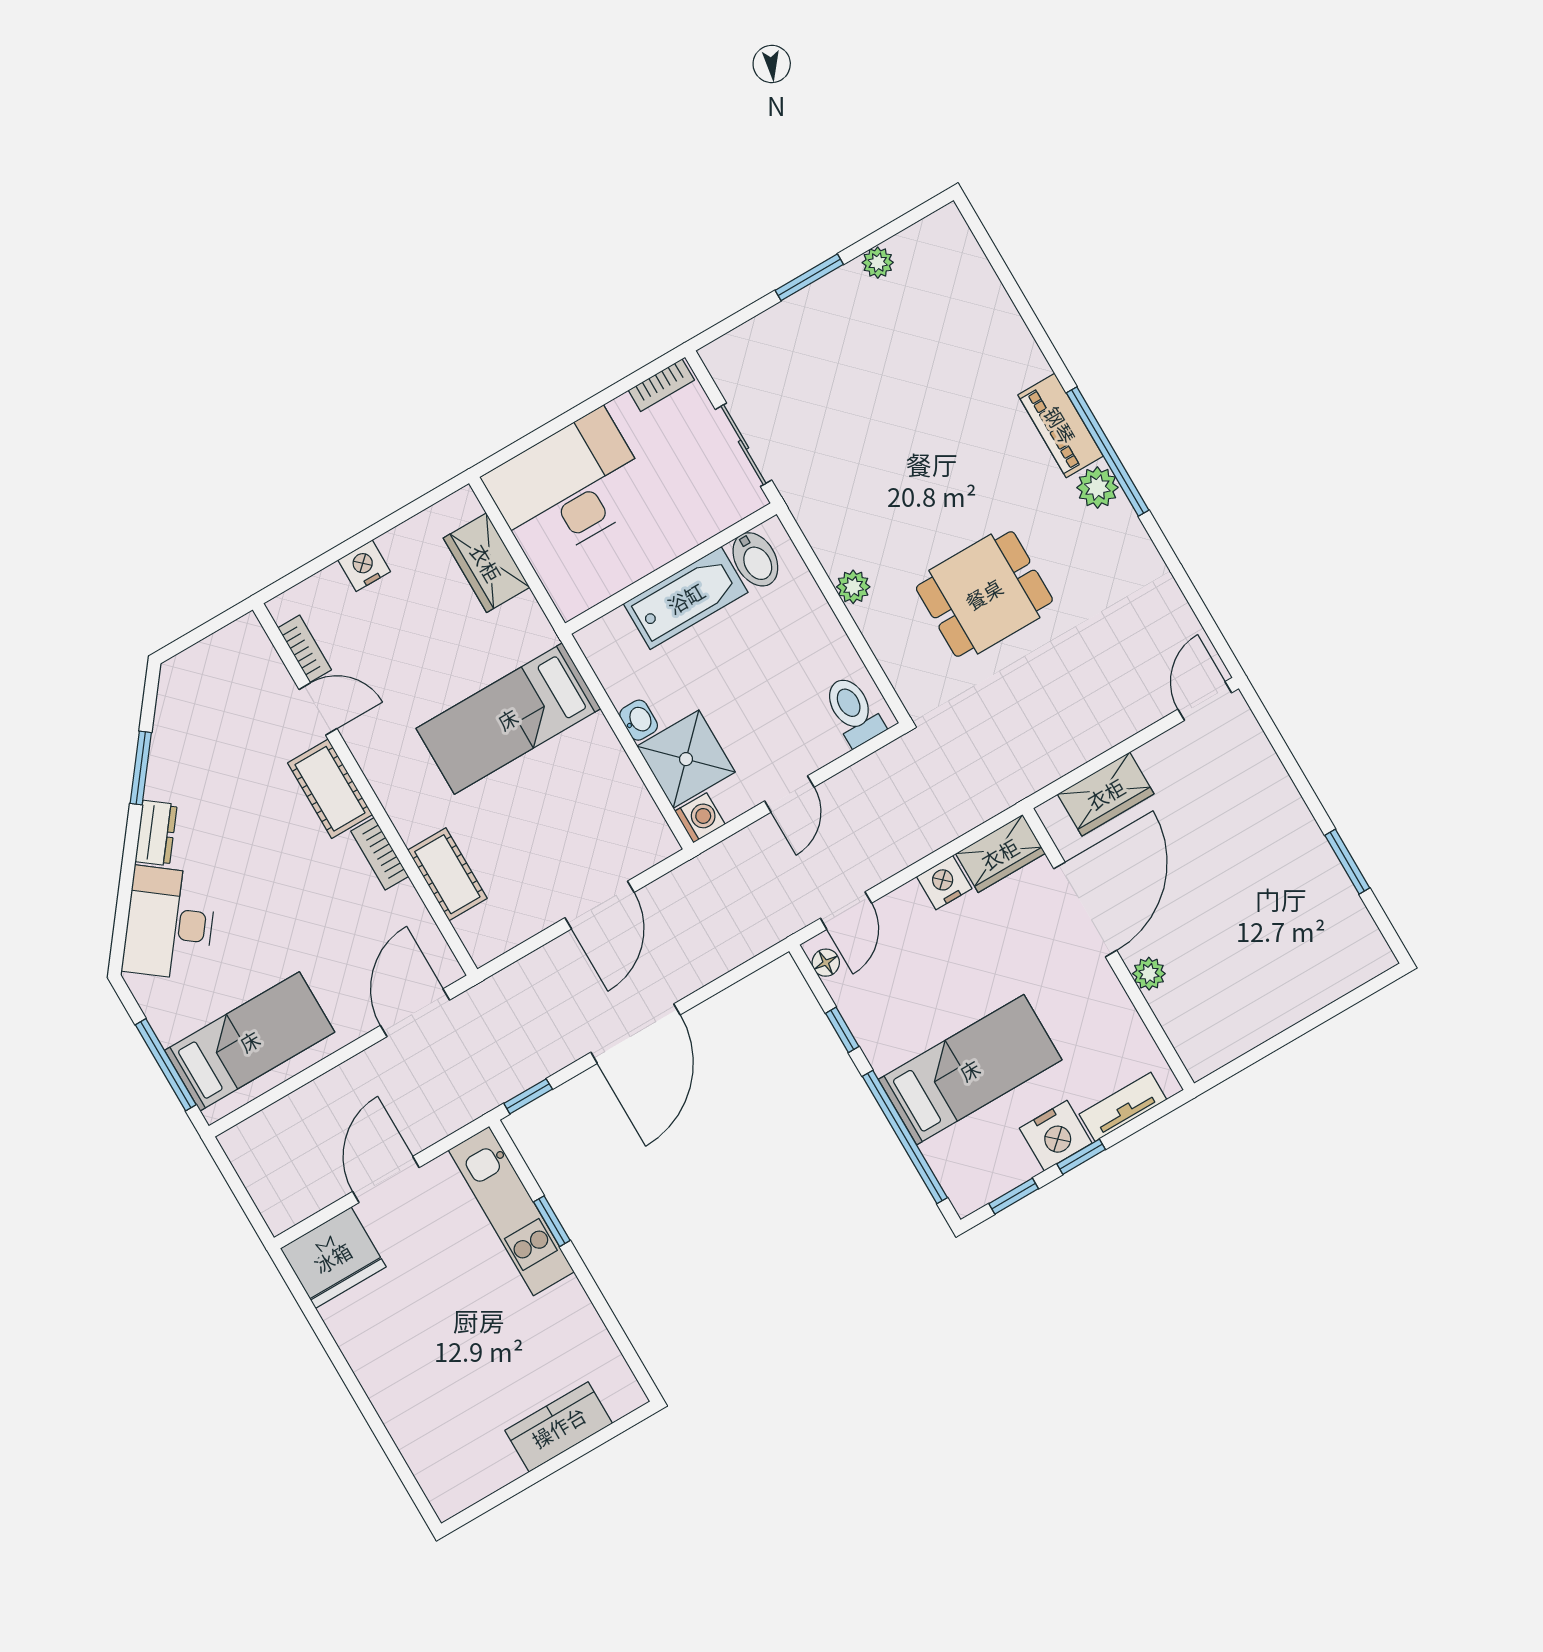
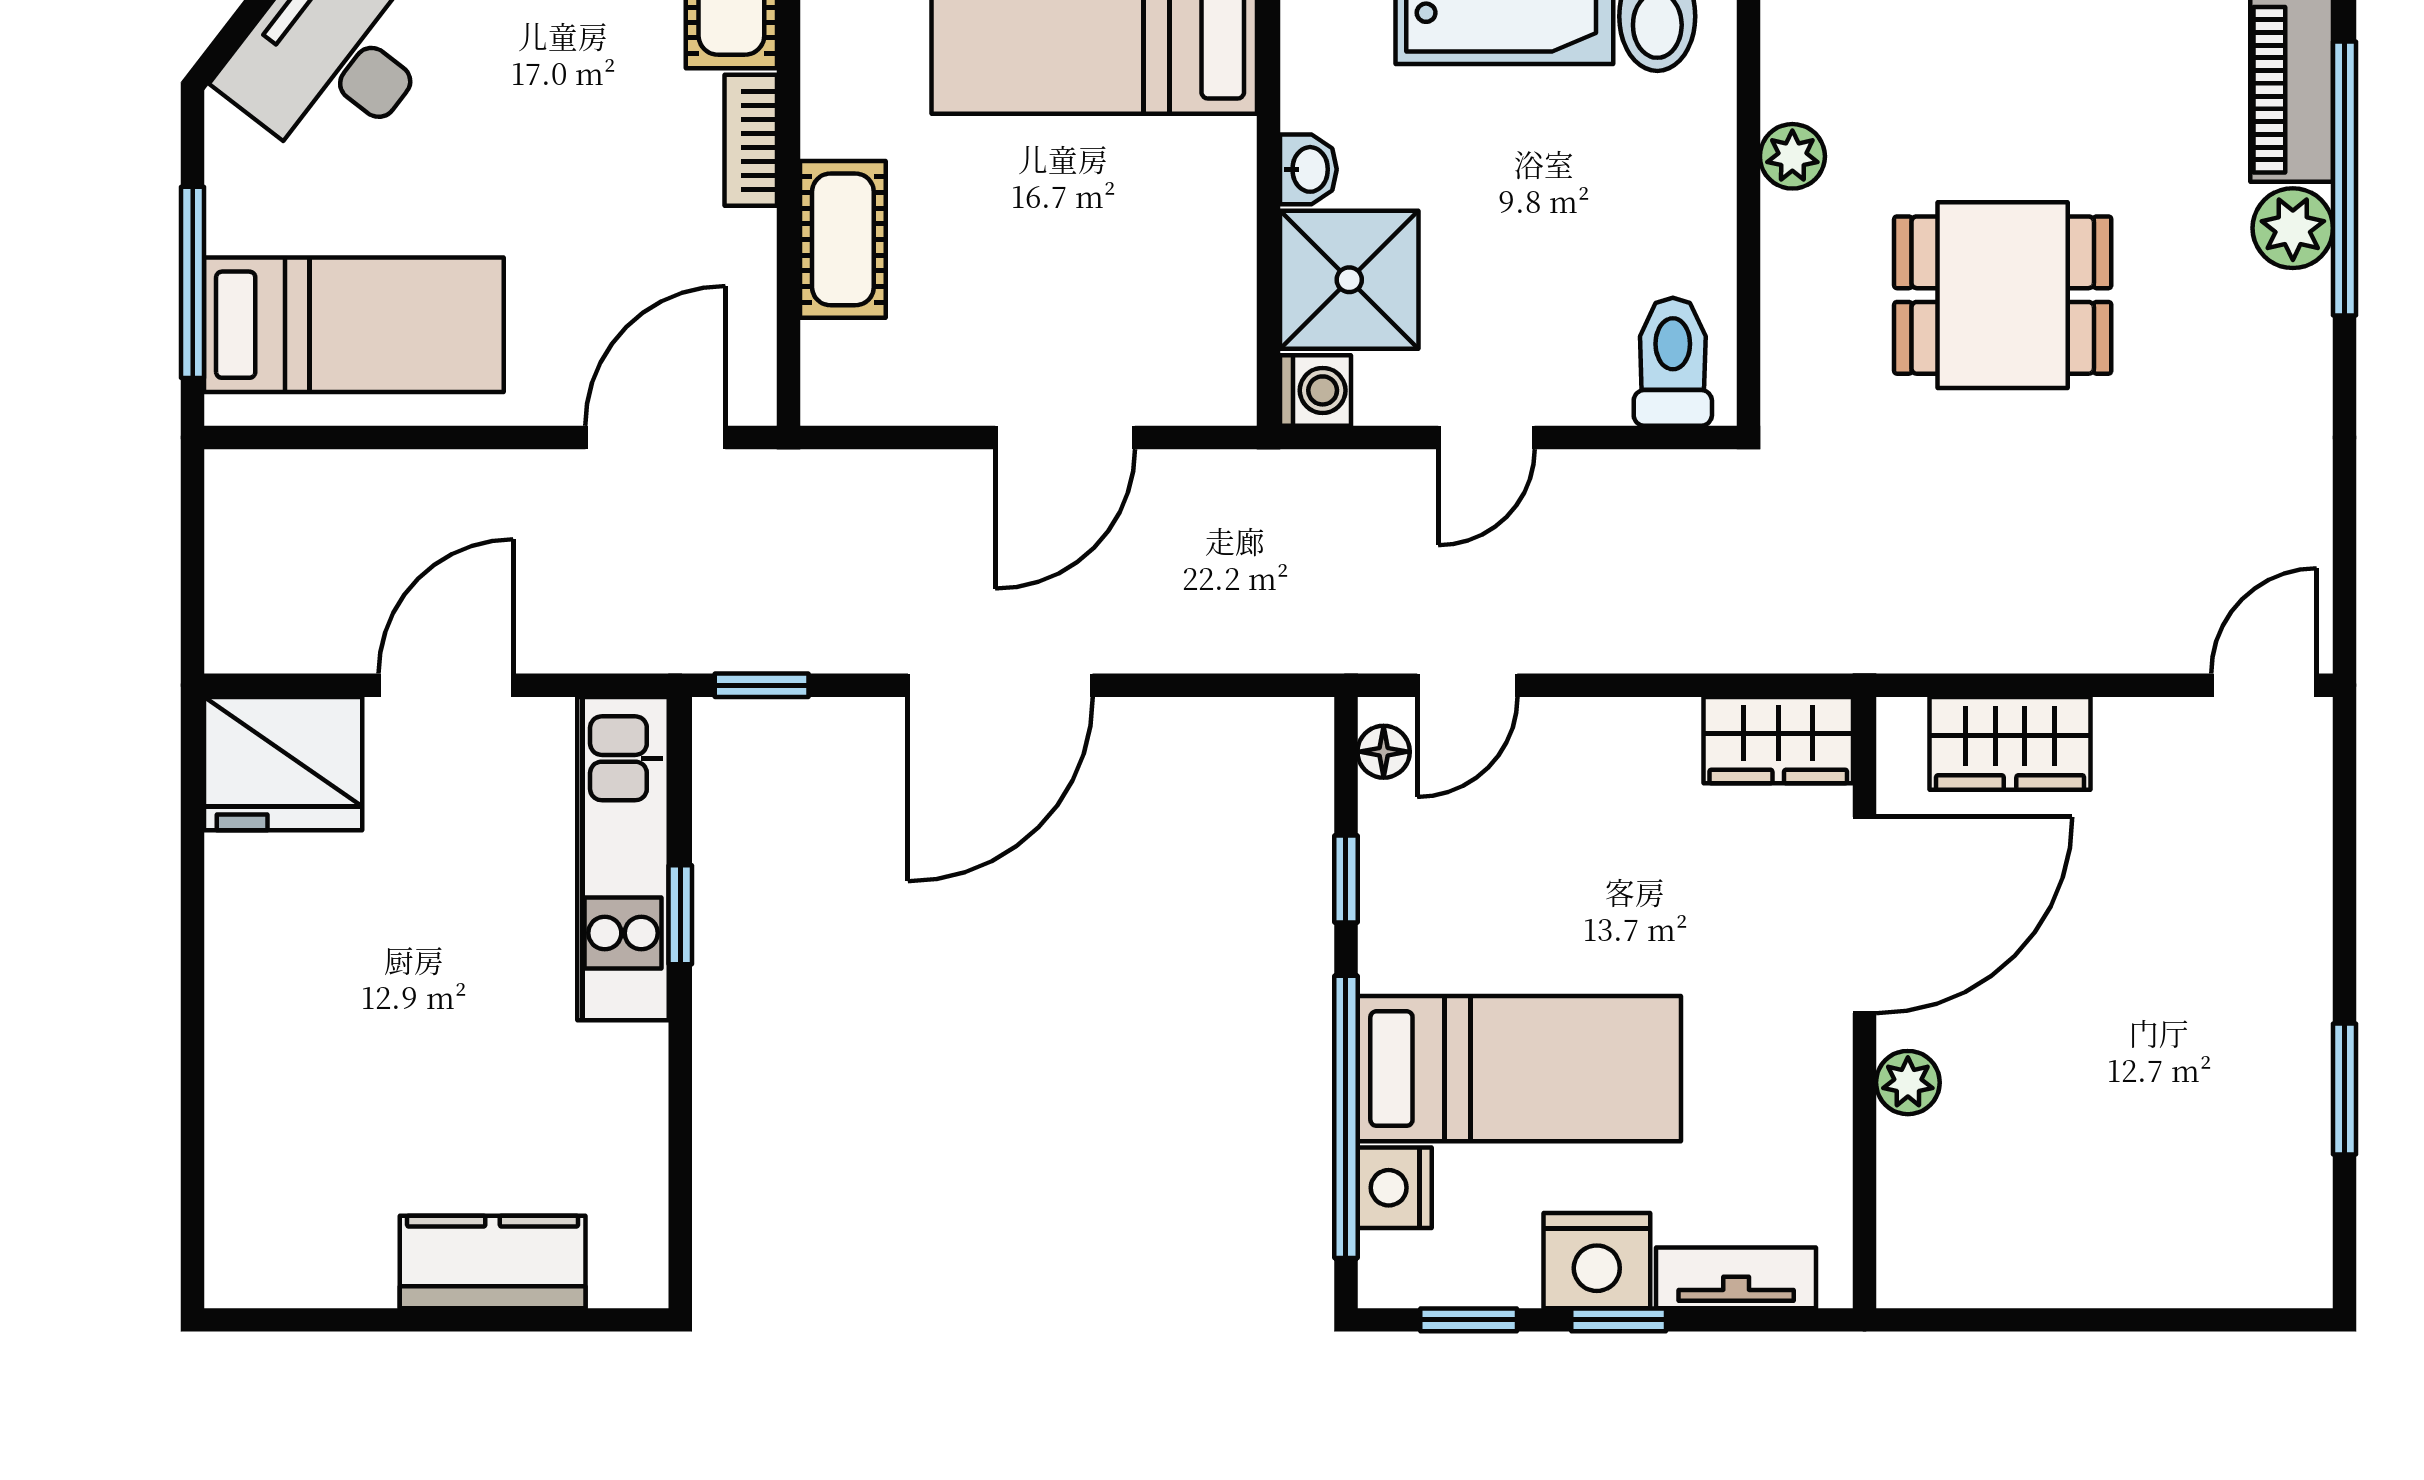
nightstand: (944, 883) -> (1395, 1188), moved, turned -90

